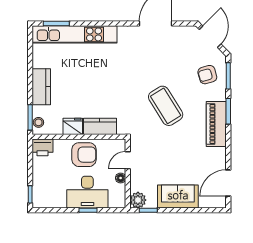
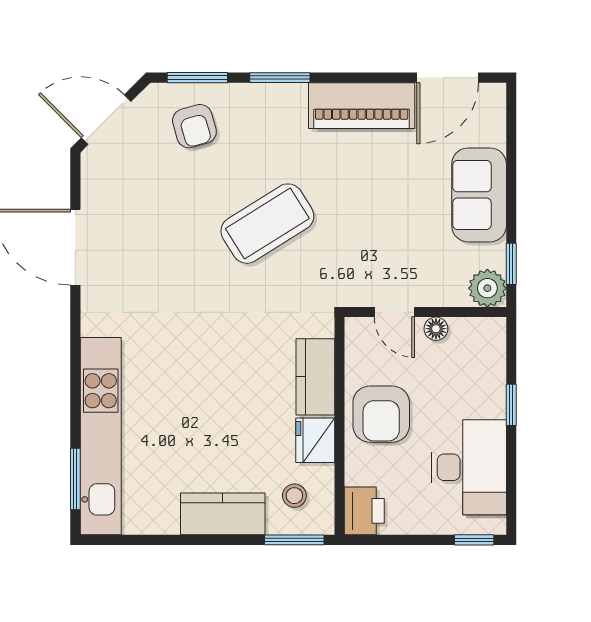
stool: (38, 122) -> (294, 496), moved
piano: (216, 124) -> (362, 106), moved
armchair: (84, 155) -> (381, 414), turned 180
door: (228, 183) -> (448, 78), hinge flipped
desk: (87, 192) -> (469, 467), moved

